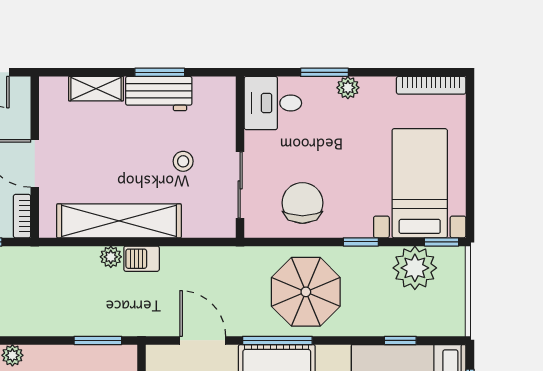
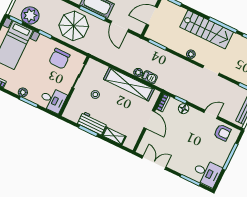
barbecue: (142, 259) -> (150, 77), moved

